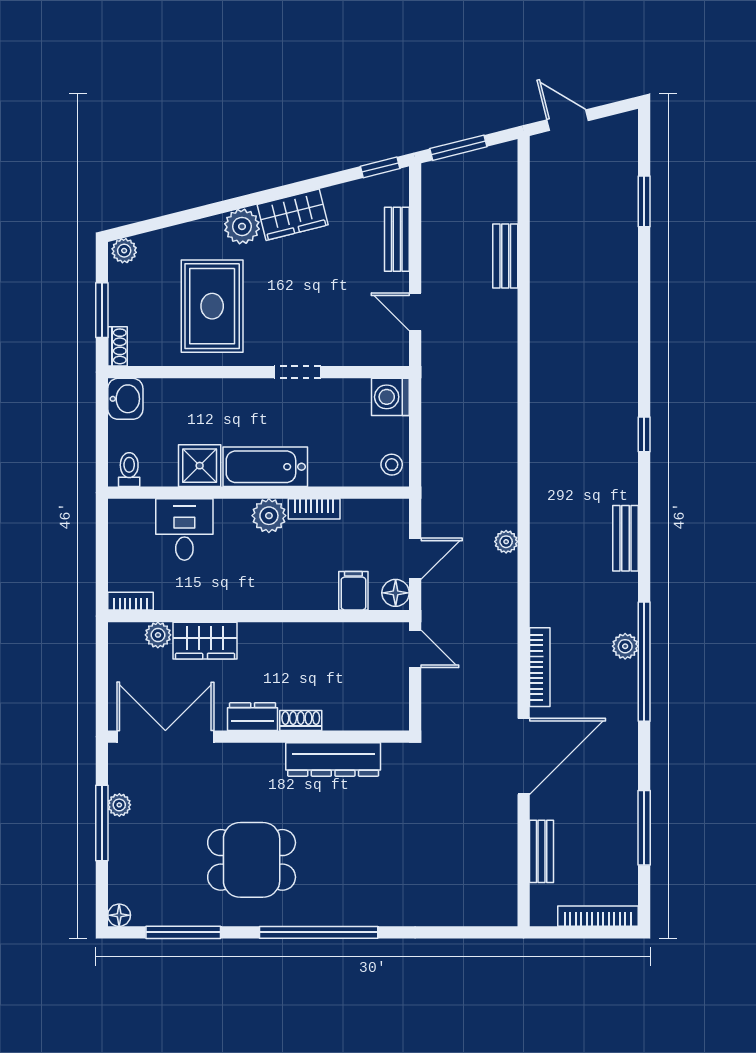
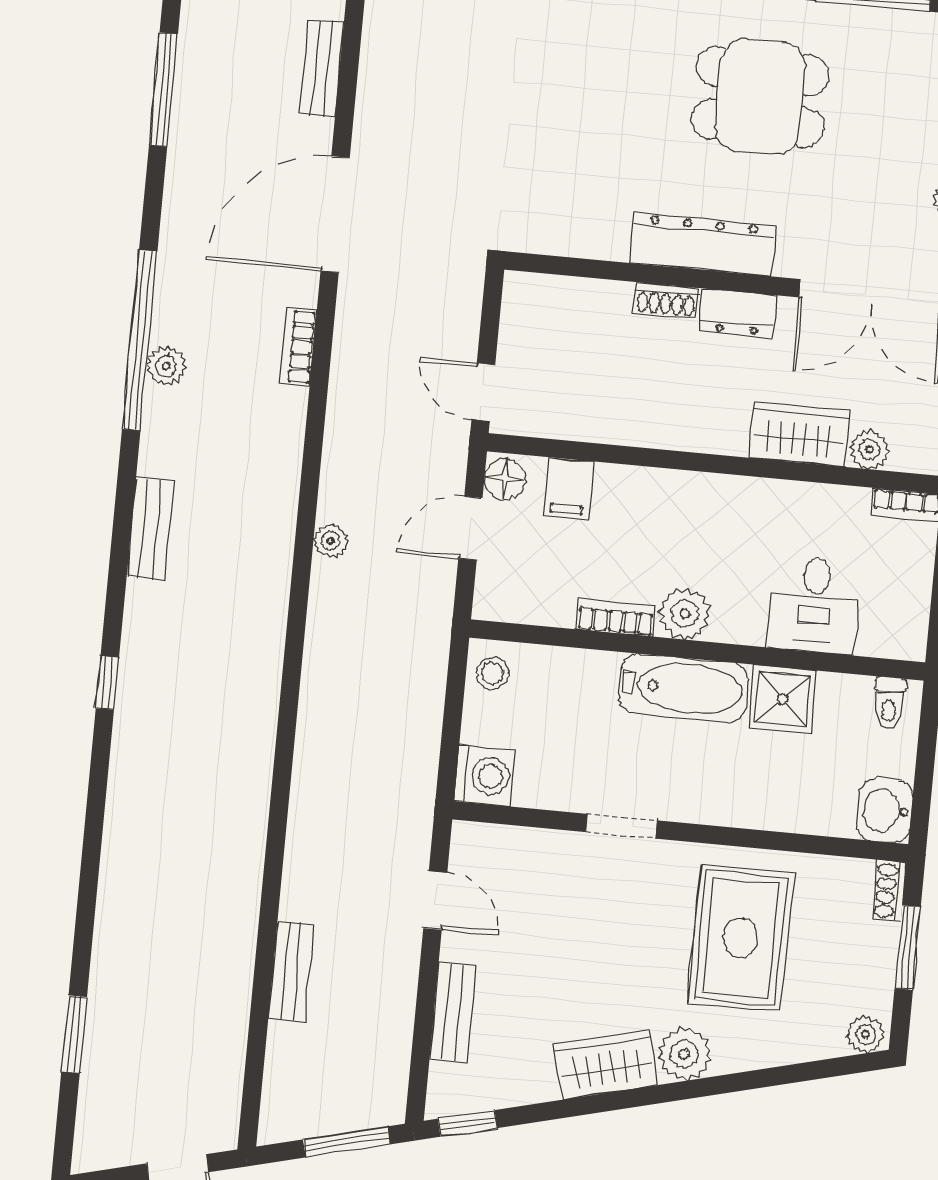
bookcase: (540, 667) -> (298, 347), width x0.64
dresser: (333, 759) -> (702, 244), moved

